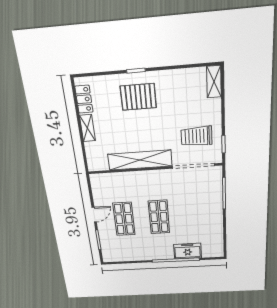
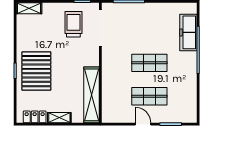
pallet: (138, 97) -> (36, 71), width x1.37, depth x1.41
trolley: (197, 136) -> (73, 24), turned 180
shelving: (140, 160) -> (92, 95), moved
freezer: (188, 251) -> (188, 32), width x1.40

